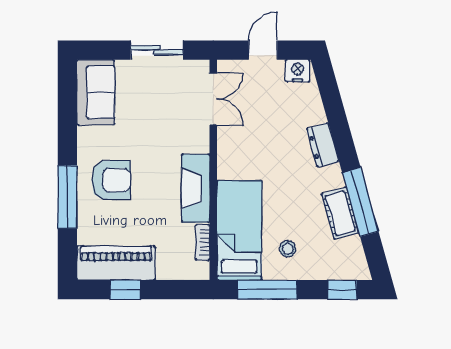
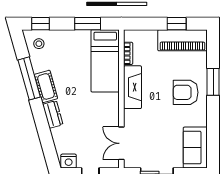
window: (67, 197) -> (213, 82), width x0.69
cot: (340, 213) -> (46, 86), moved
stool: (288, 249) -> (39, 44), moved
window: (267, 290) -> (88, 24), width x0.69

